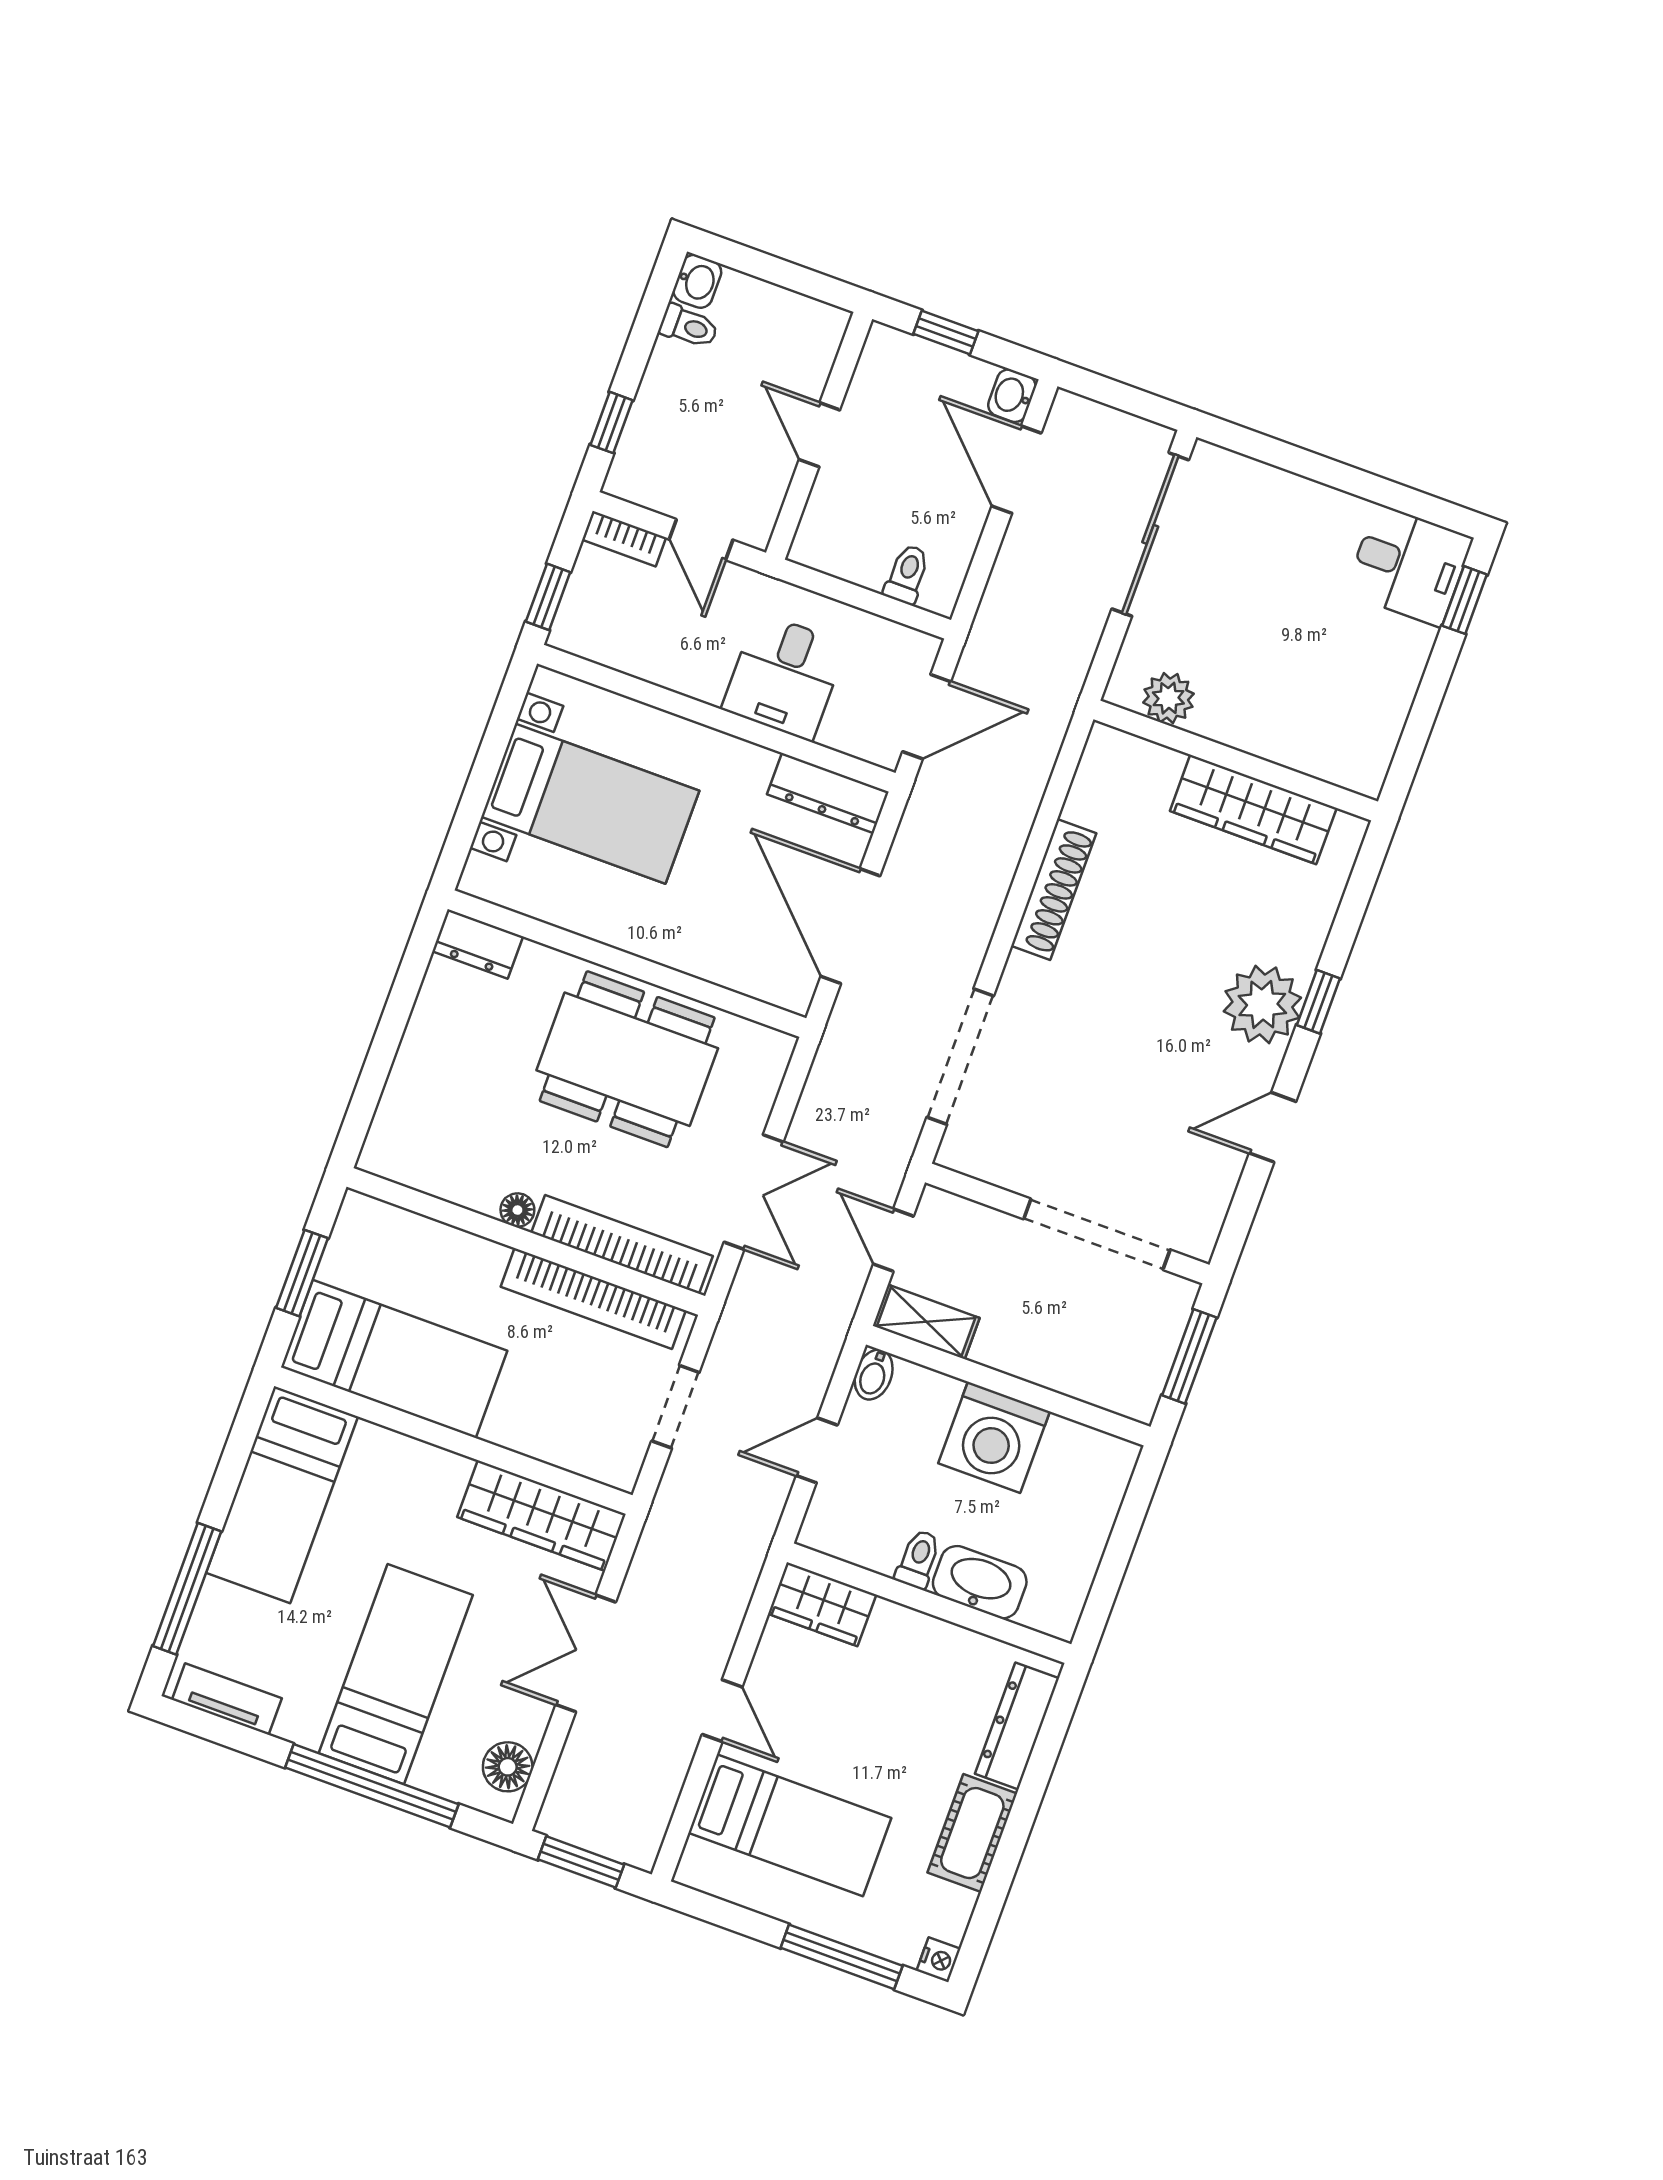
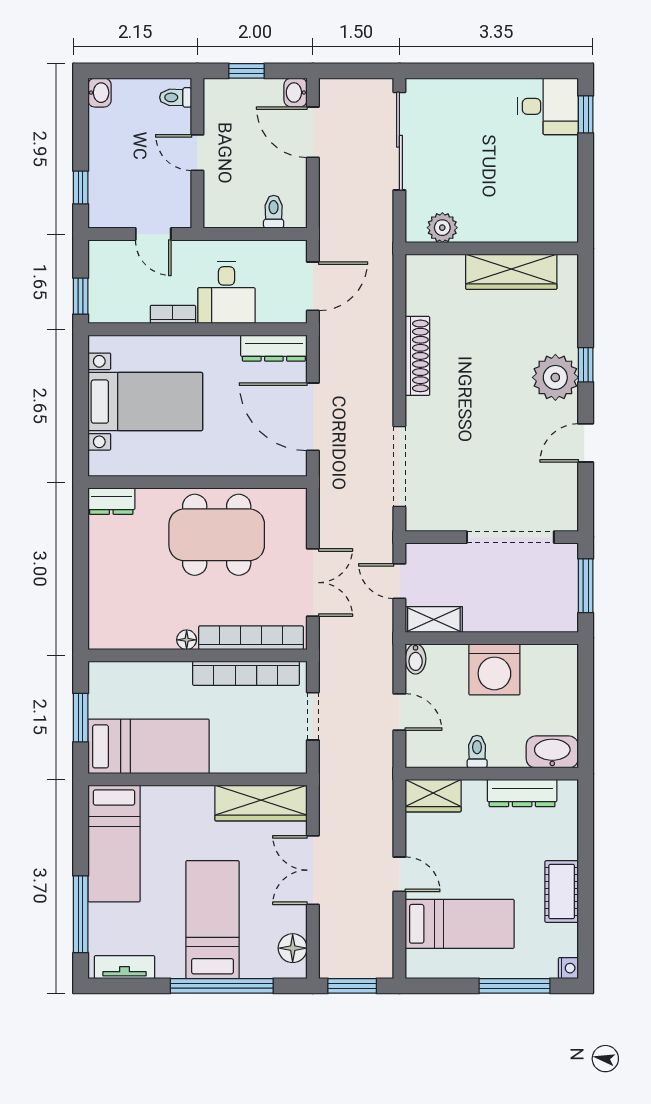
toilet: (689, 326) -> (176, 97), moved, turned 180
bookcase: (625, 539) -> (173, 314), moved, turned 180
door: (817, 1450) -> (399, 712), swing flipped
washbasin: (980, 1582) -> (552, 752), moved
dresser: (1017, 1726) -> (522, 793), moved, turned -90

